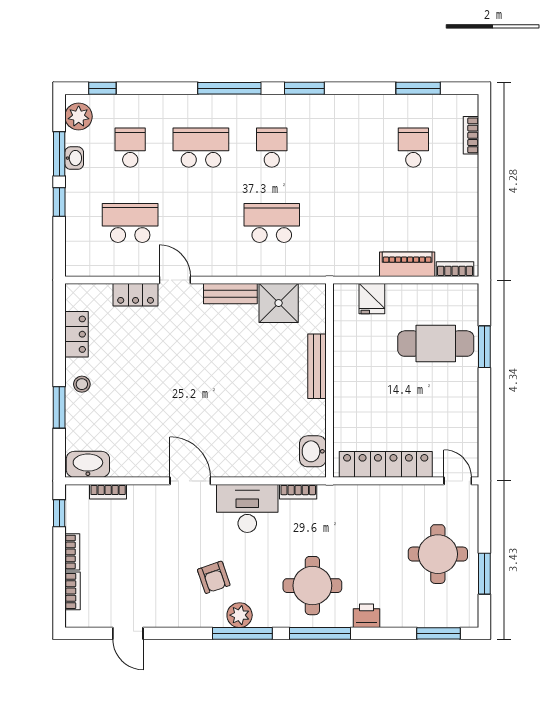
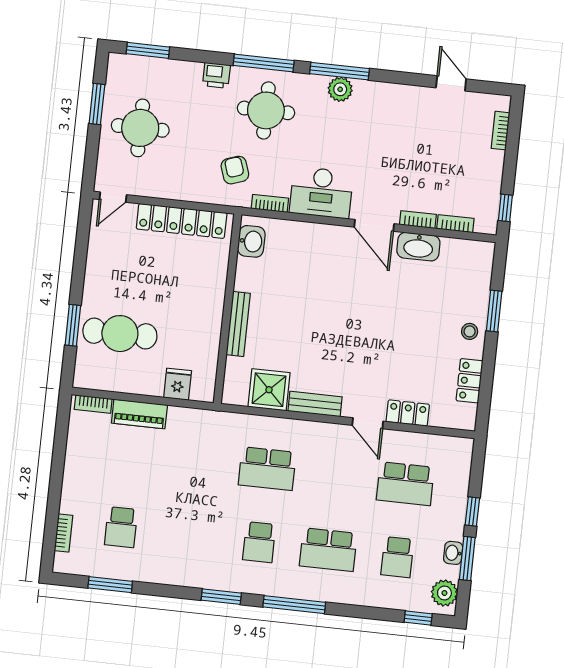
washbasin: (88, 464) -> (418, 247), moved
door: (458, 481) -> (113, 197), hinge flipped
bookcase: (72, 552) -> (418, 220), moved, turned 90
armchair: (214, 577) -> (235, 170), moved

